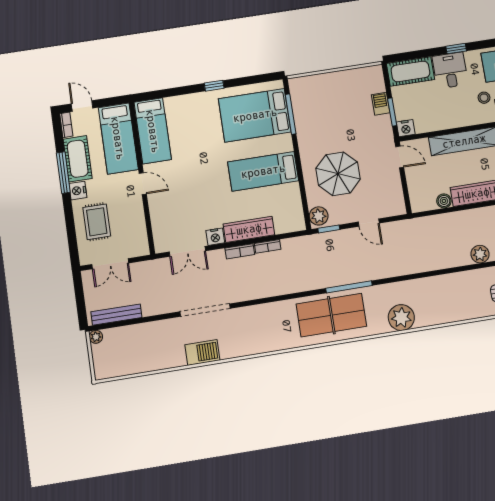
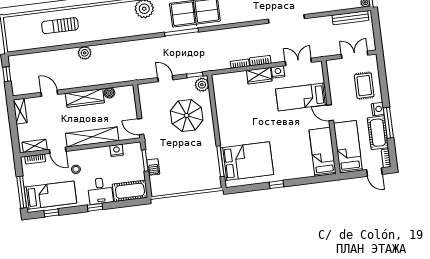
nightstand: (406, 128) -> (117, 150), moved
bed: (263, 171) -> (302, 97), moved, turned 180
wardrobe: (249, 229) -> (259, 76), width x0.67

